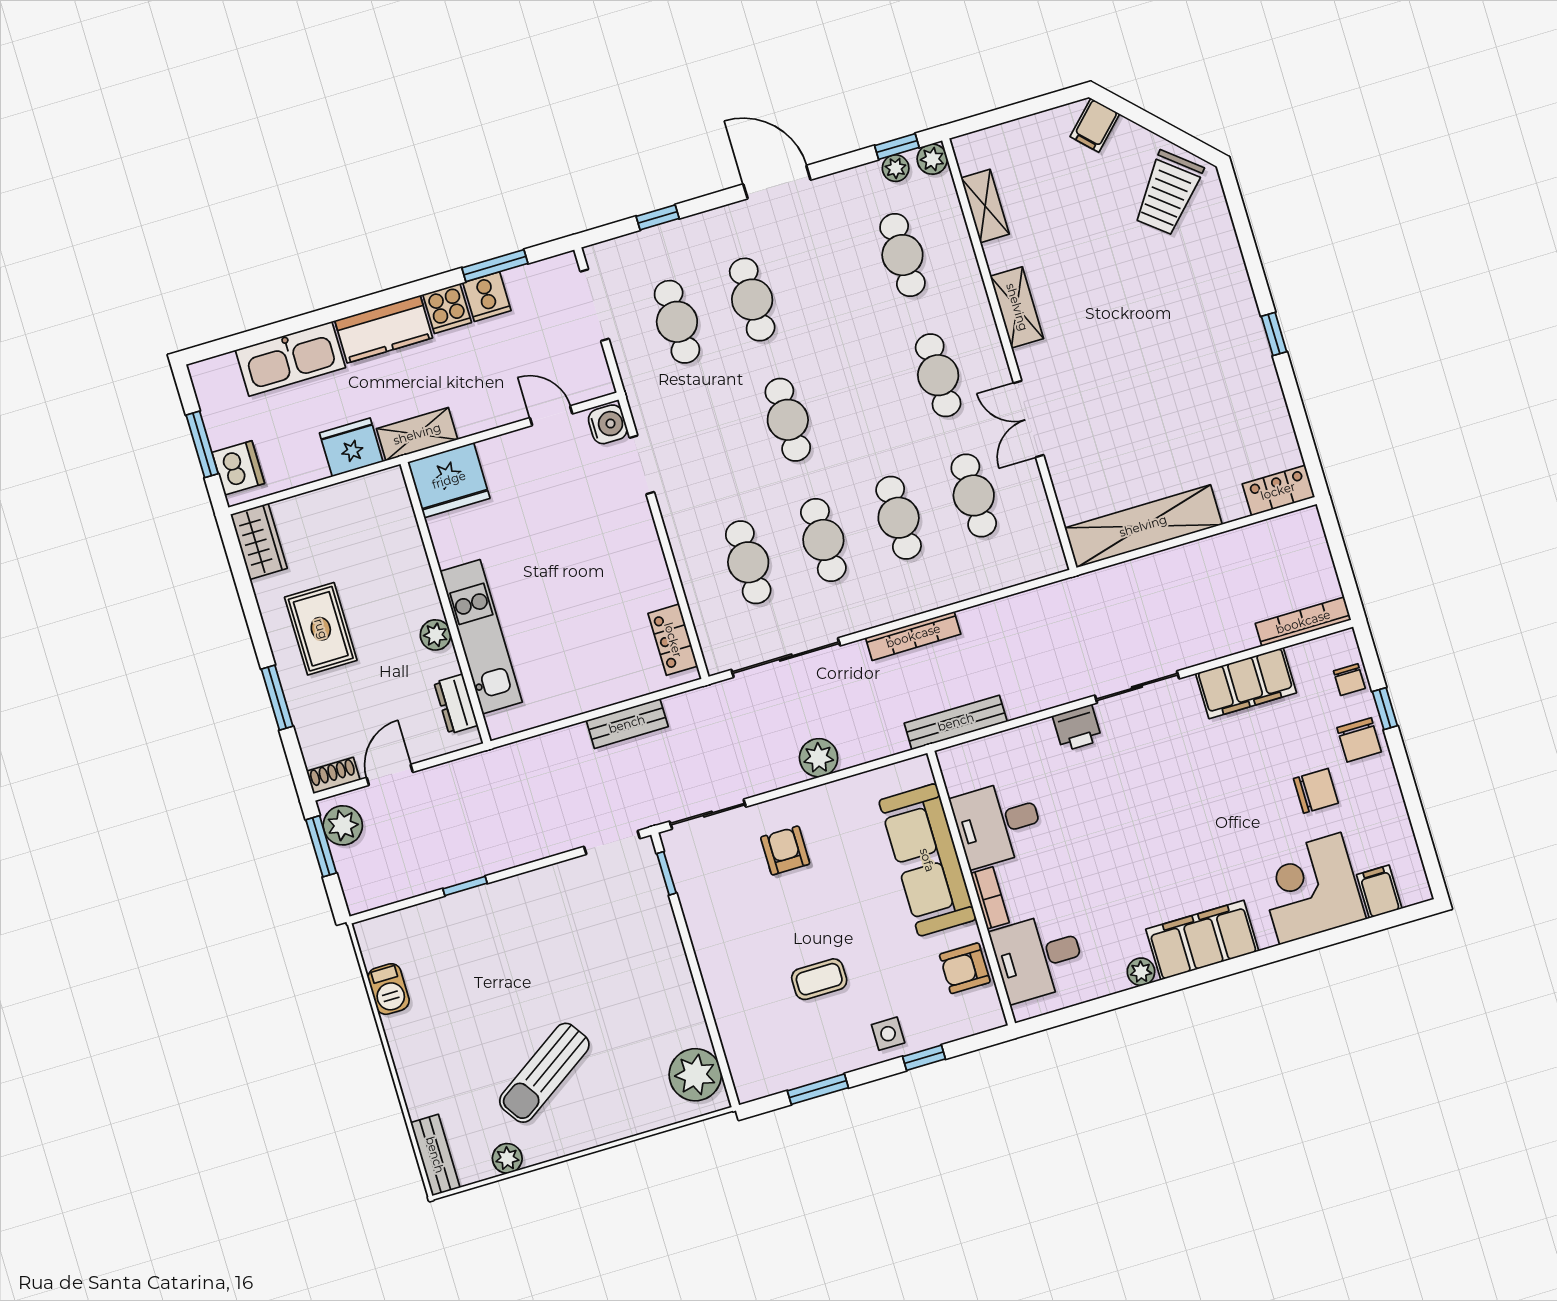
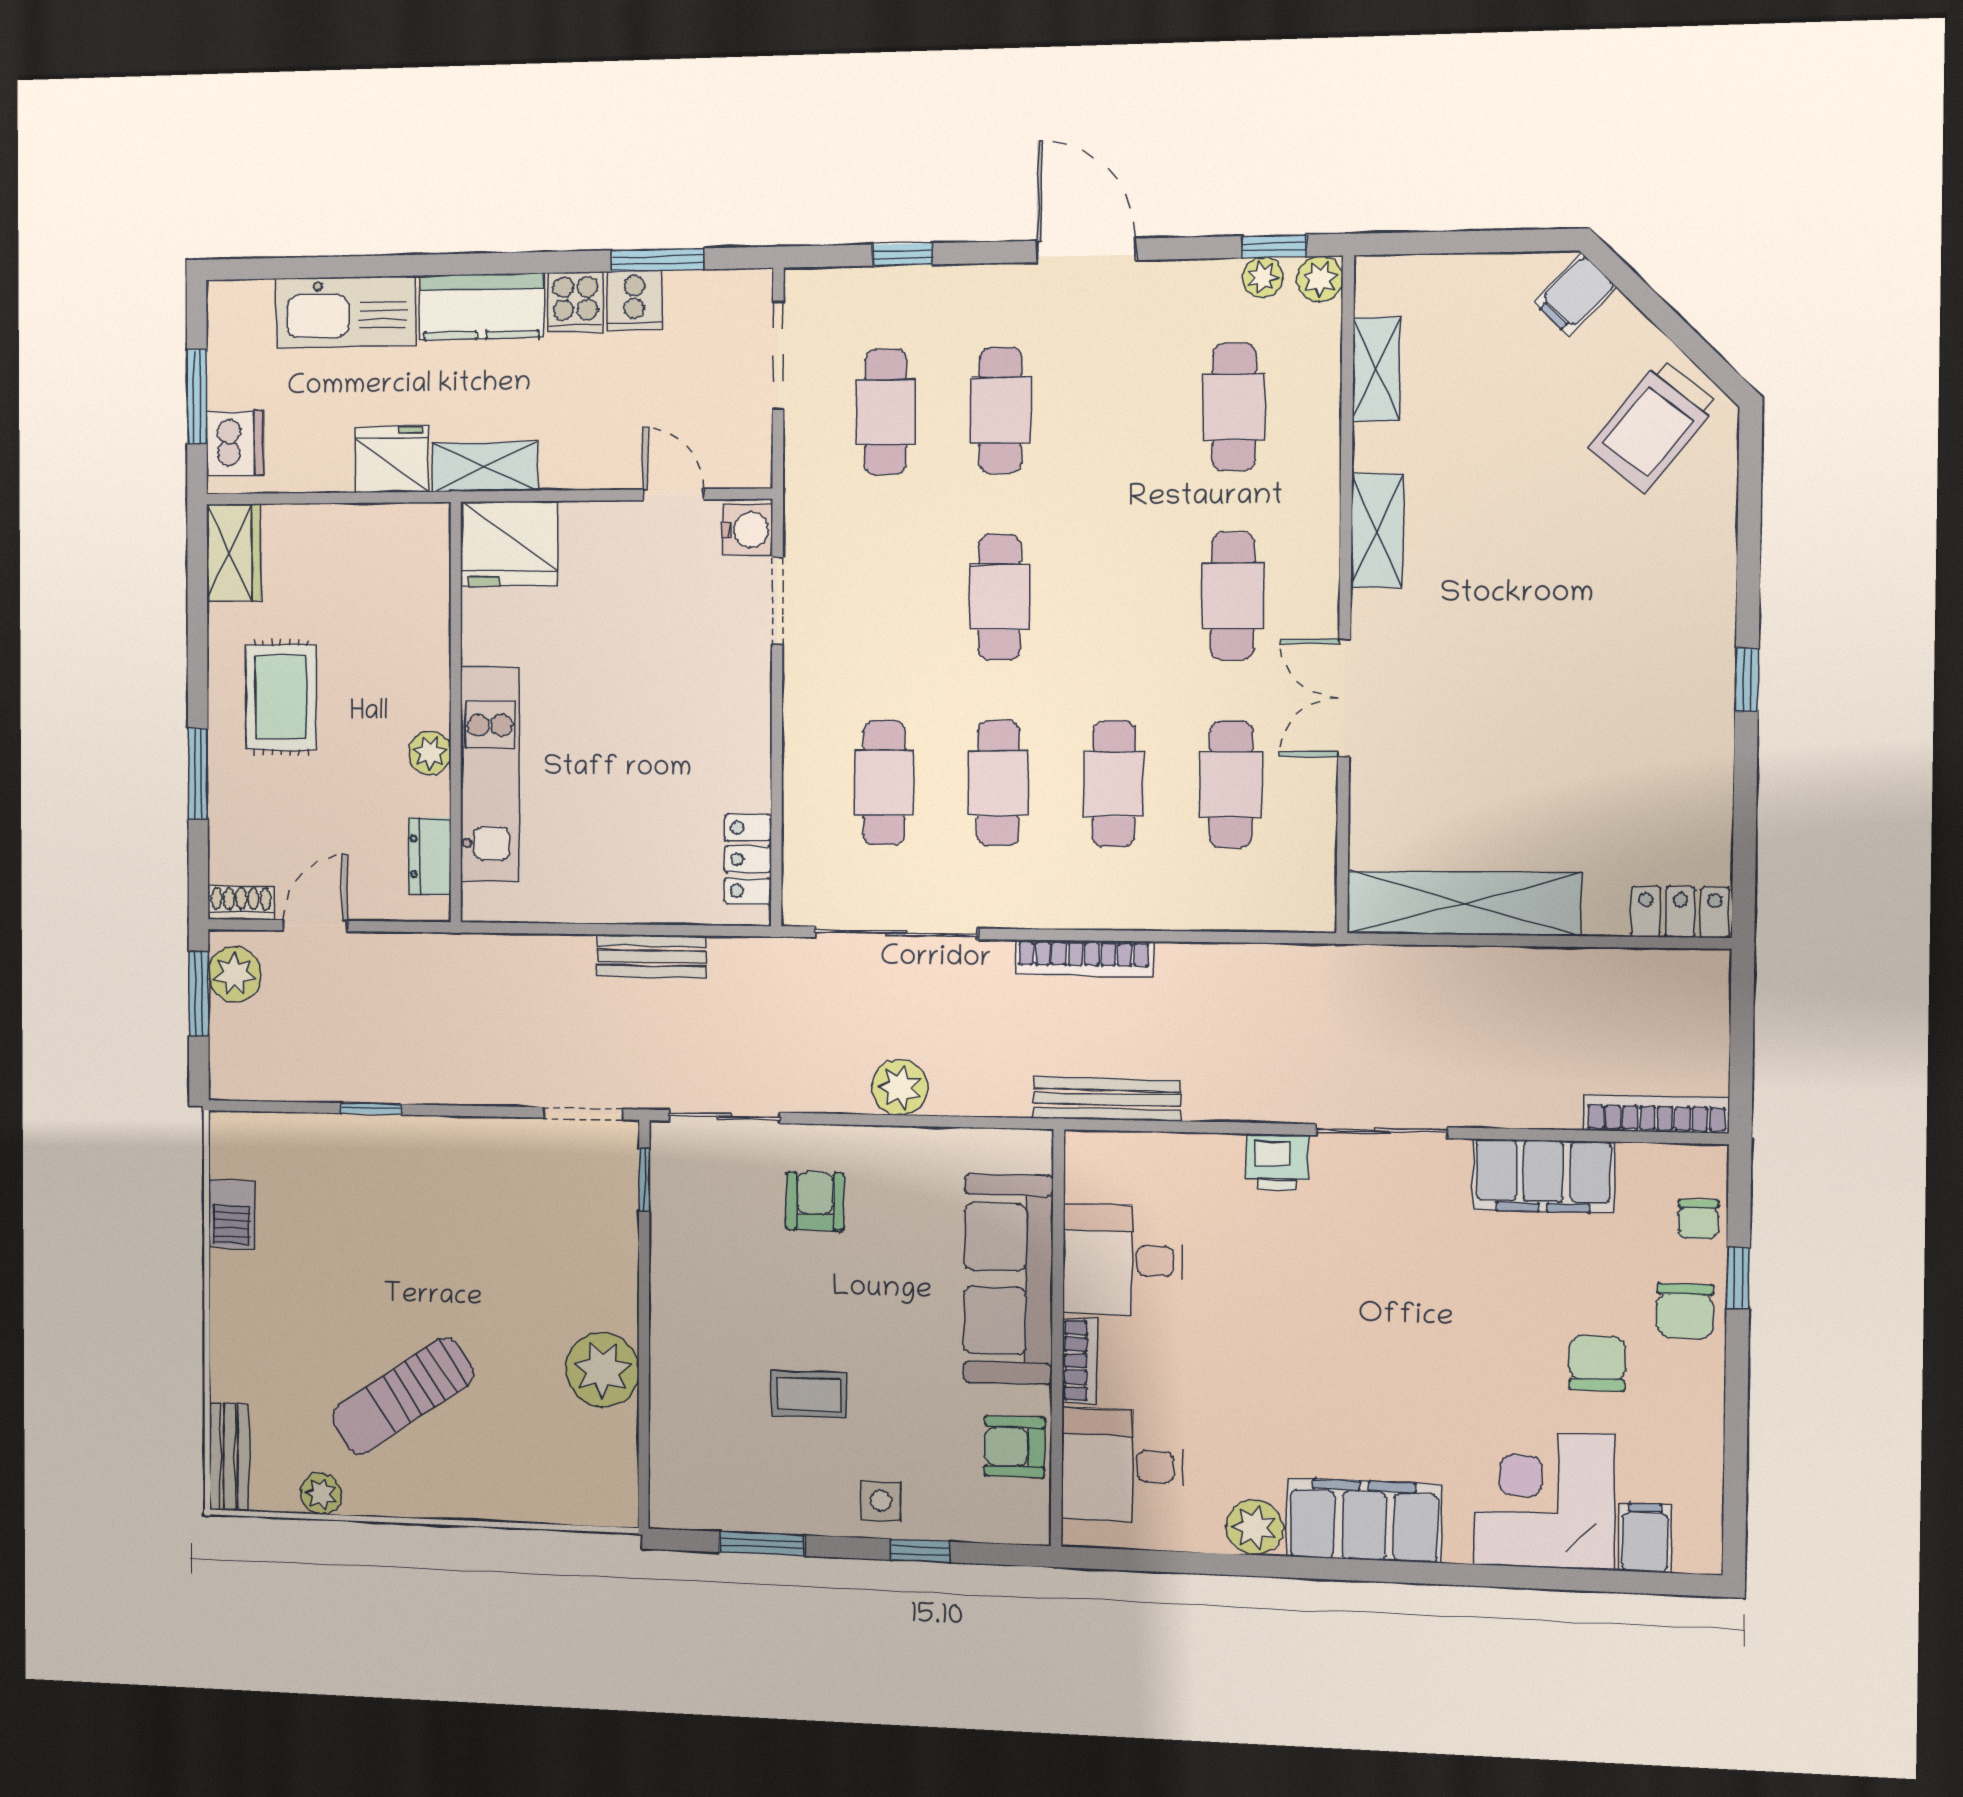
chair: (1316, 791) -> (1597, 1363), turned -90
plant: (1141, 972) -> (1254, 1527), width x1.38, depth x1.38
plant: (695, 1075) -> (602, 1370), moved

